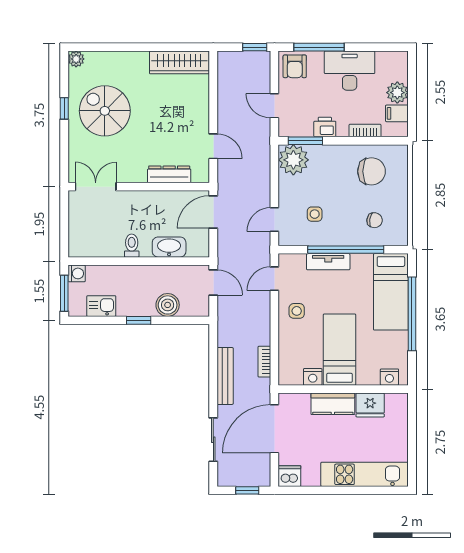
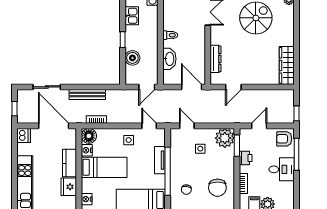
desk: (350, 71) -> (282, 169), width x0.73
side table: (315, 214) -> (200, 149), moved
floor lamp: (290, 374) -> (89, 136), added

